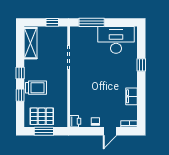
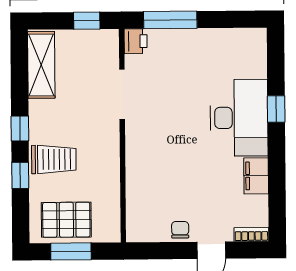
desk: (116, 40) -> (239, 118), moved, turned 90
printer: (75, 121) -> (136, 41), moved

